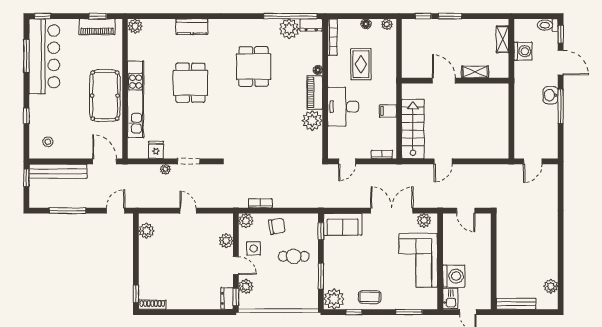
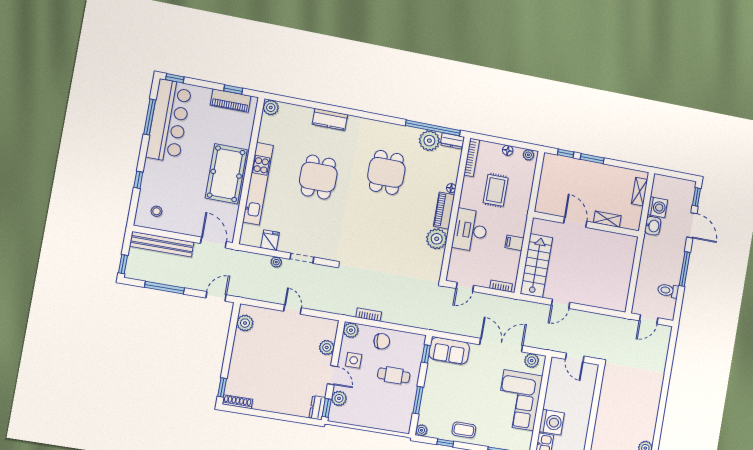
toilet: (548, 25) -> (668, 290), moved
washbasin: (550, 95) -> (653, 226), moved, turned 180
window: (26, 178) -> (123, 264), moved
plant: (334, 299) -> (421, 430), width x0.53, depth x0.53

